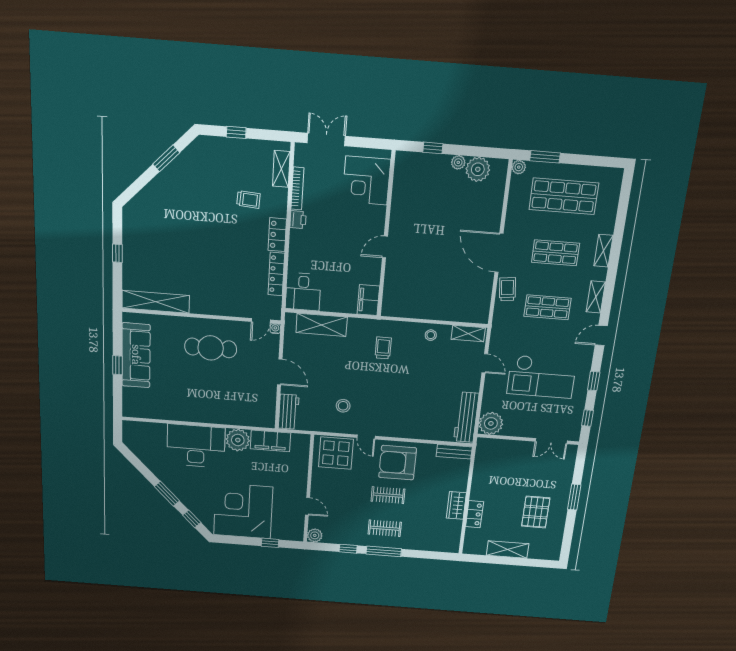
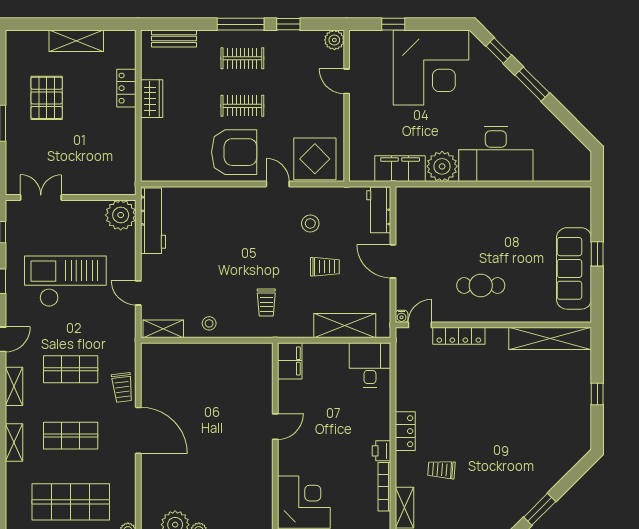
locker: (276, 274) -> (459, 336), moved, turned 90
cafe table: (211, 348) -> (481, 286), width x0.73, depth x0.74
trolley: (334, 372) -> (325, 267), added
bench: (454, 452) -> (174, 39), moved

